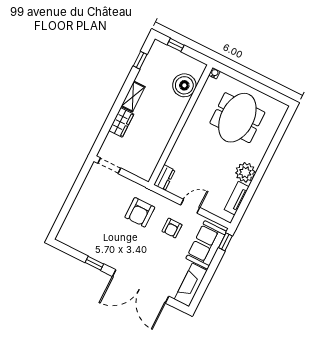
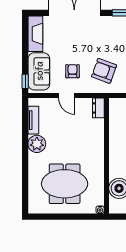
meeting table: (237, 118) -> (65, 184), turned 90
door: (190, 206) -> (67, 95), hinge flipped
armchair: (140, 212) -> (104, 71), turned -70

